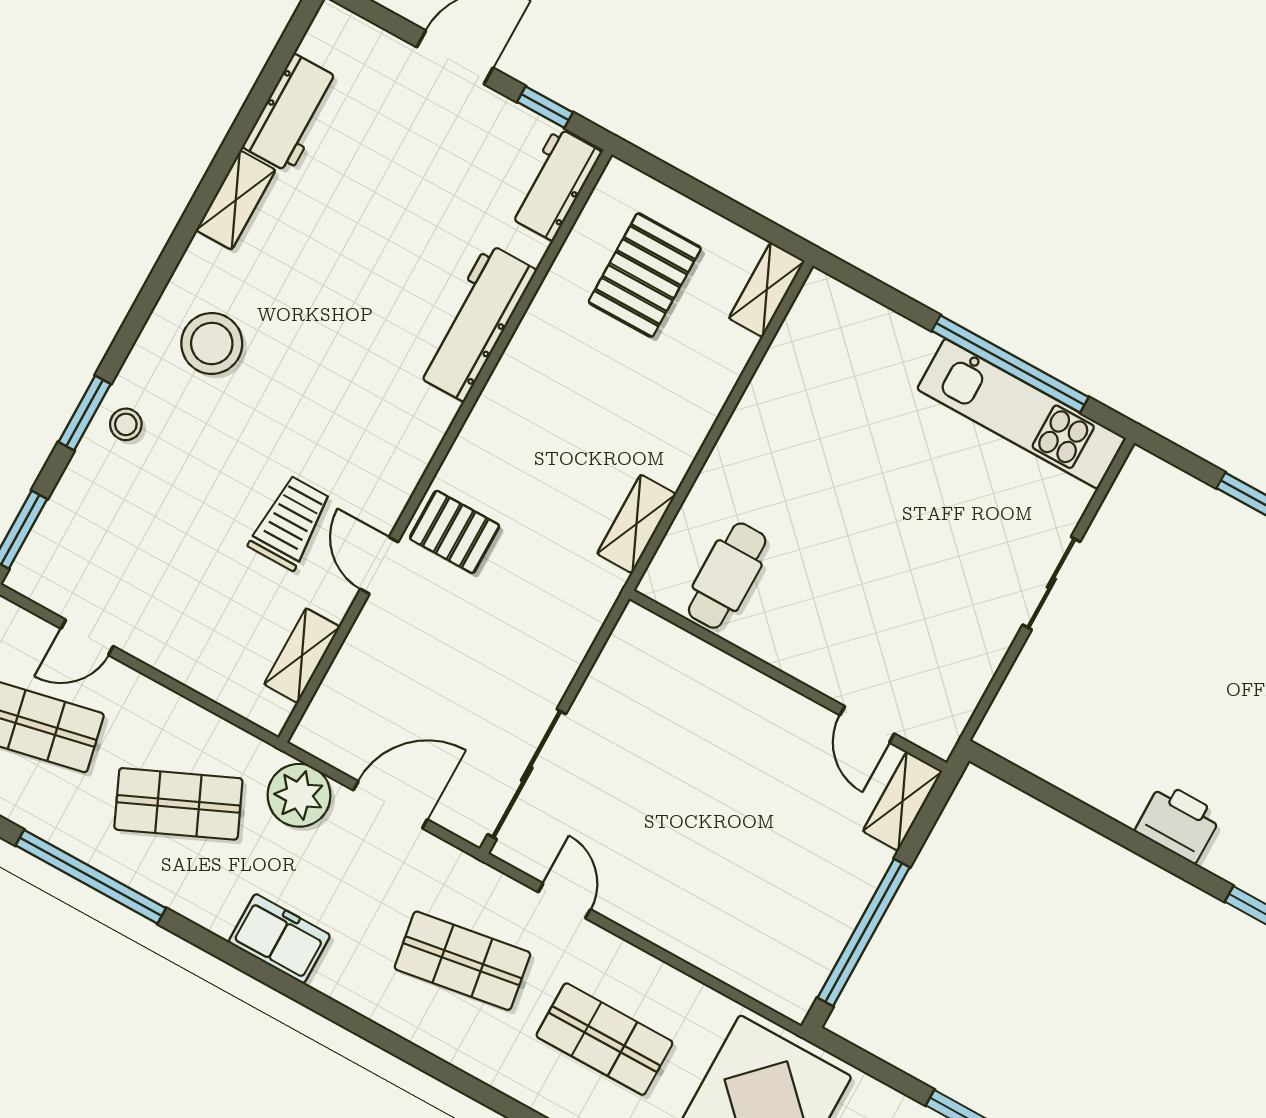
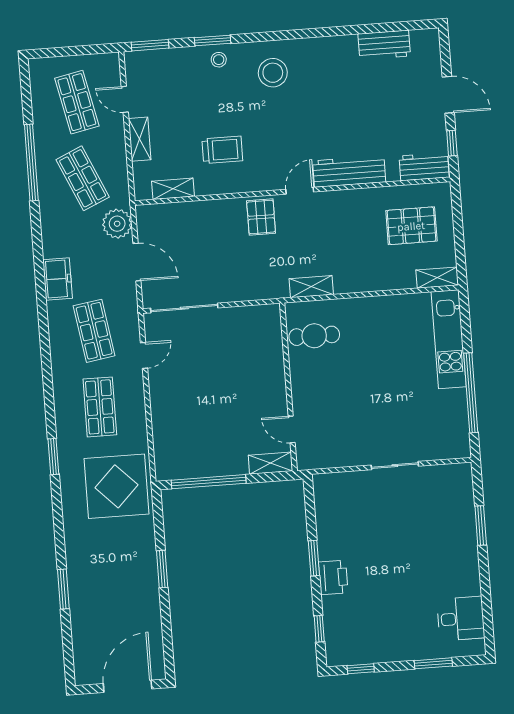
shelving: (236, 200) -> (140, 139), moved, turned 90
kitchen unit: (1021, 414) -> (449, 339), moved
door: (379, 566) -> (300, 191), moved
door: (867, 724) -> (292, 429), hinge flipped
window: (1122, 835) -> (314, 558), added
freezer: (279, 939) -> (58, 279), moved

